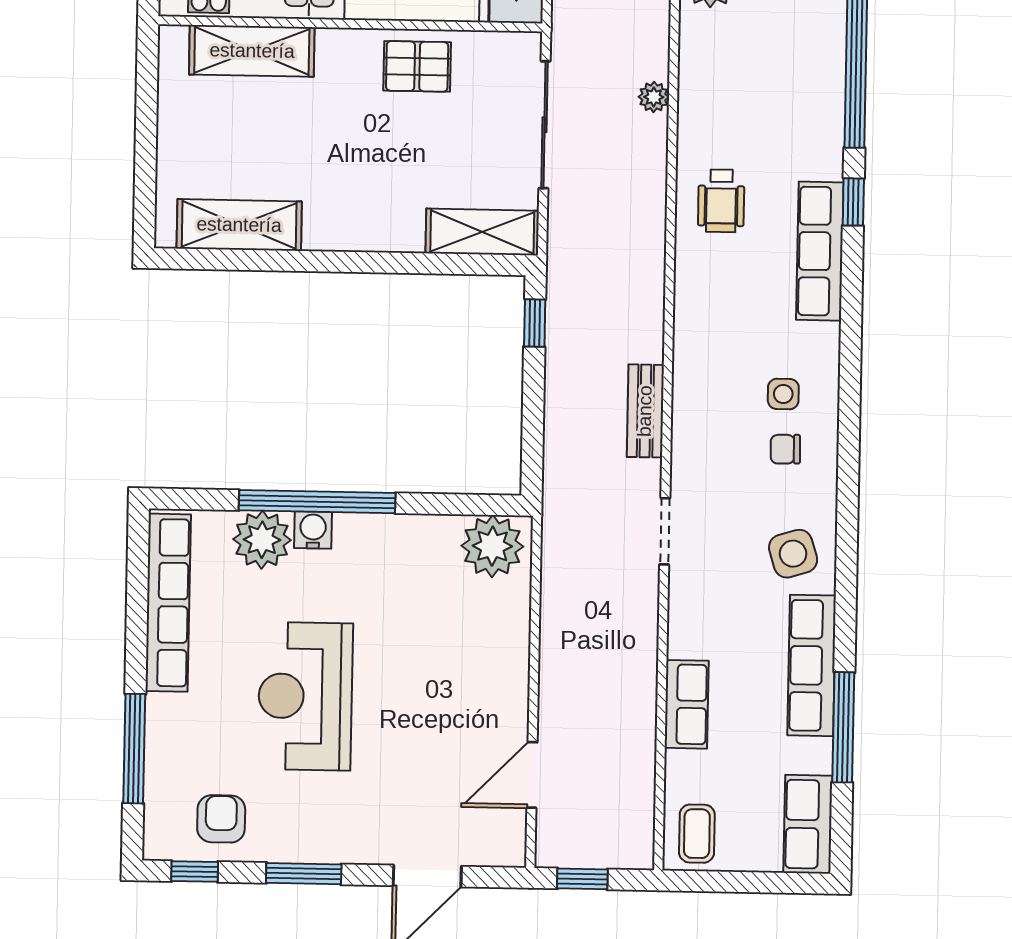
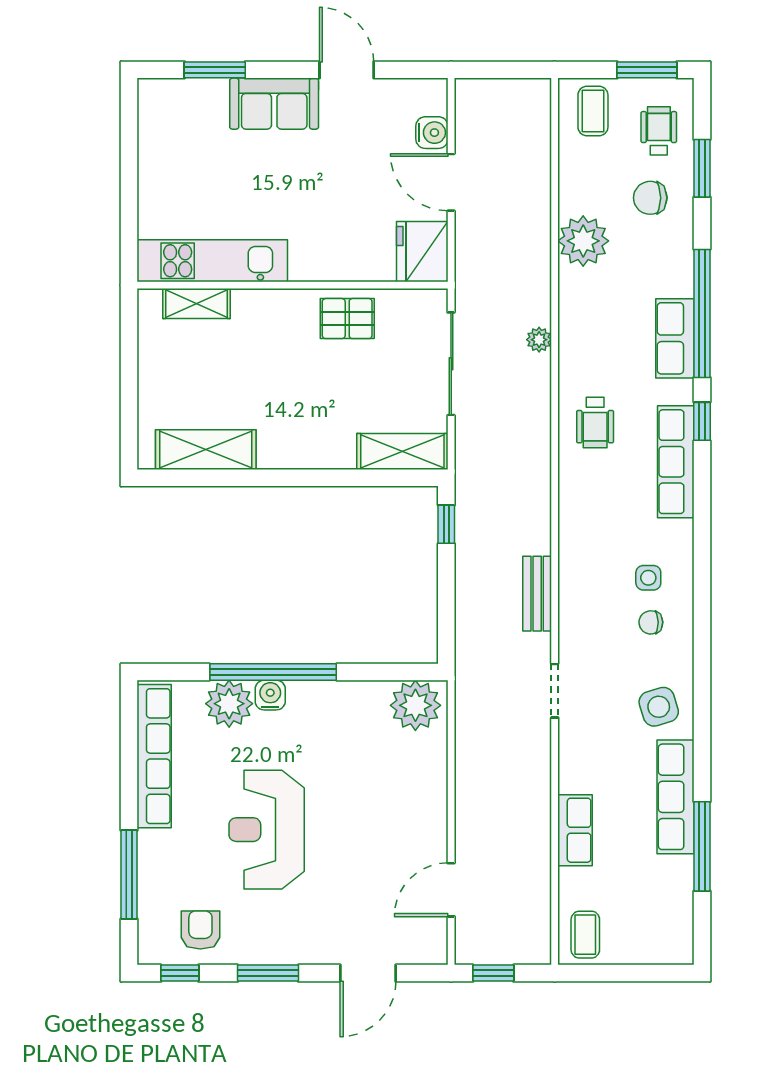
shelving: (252, 51) -> (196, 304), width x0.67, depth x0.75
row of seats: (808, 824) -> (675, 338), moved

